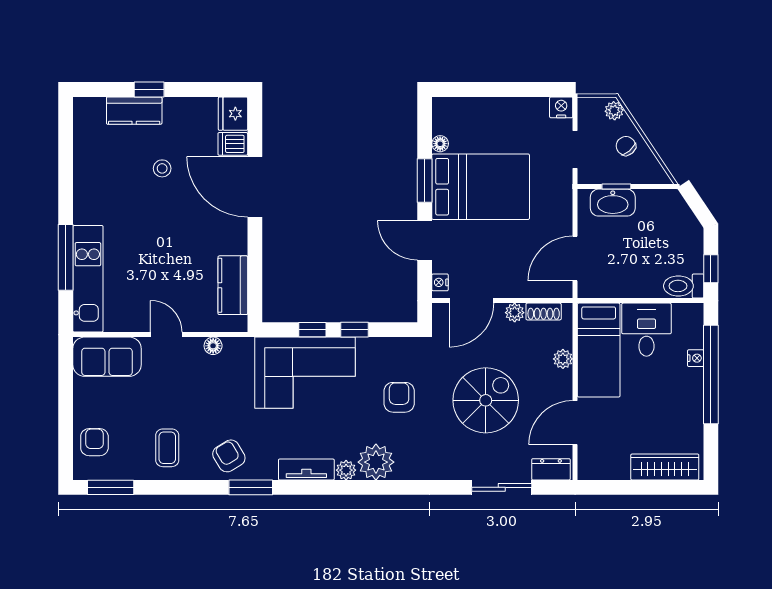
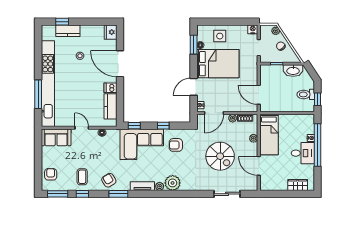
window: (149, 90) -> (62, 22), moved
side table: (485, 123) -> (220, 36), added
dishwasher: (233, 144) -> (111, 88), moved
window: (425, 181) -> (194, 45), moved
washbasin: (613, 203) -> (293, 71), moved
door: (425, 240) -> (194, 87), hinge flipped
door: (575, 258) -> (259, 95), hinge flipped
kitchen unit: (88, 279) -> (48, 84), width x1.86
toilet: (684, 286) -> (306, 94), moved
window: (312, 330) -> (134, 126), moved
desk: (646, 330) -> (303, 153), moved, turned 90
armchair: (399, 397) -> (176, 145), moved, turned -90
spiral stairs: (486, 400) -> (220, 156), turned 90
door: (575, 423) -> (259, 166), hinge flipped
wardrobe: (665, 467) -> (298, 185), width x0.67
dresser: (551, 469) -> (248, 186), removed
window: (168, 487) -> (82, 194), added

